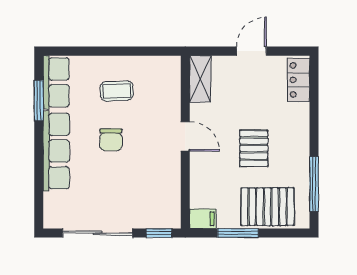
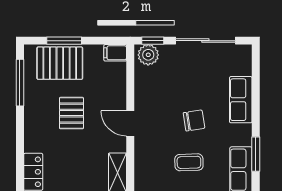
chair: (111, 140) -> (194, 120), turned 81
row of seats: (56, 151) -> (241, 100), width x0.68
plant: (164, 216) -> (148, 55), added
window: (238, 233) -> (64, 41), moved

